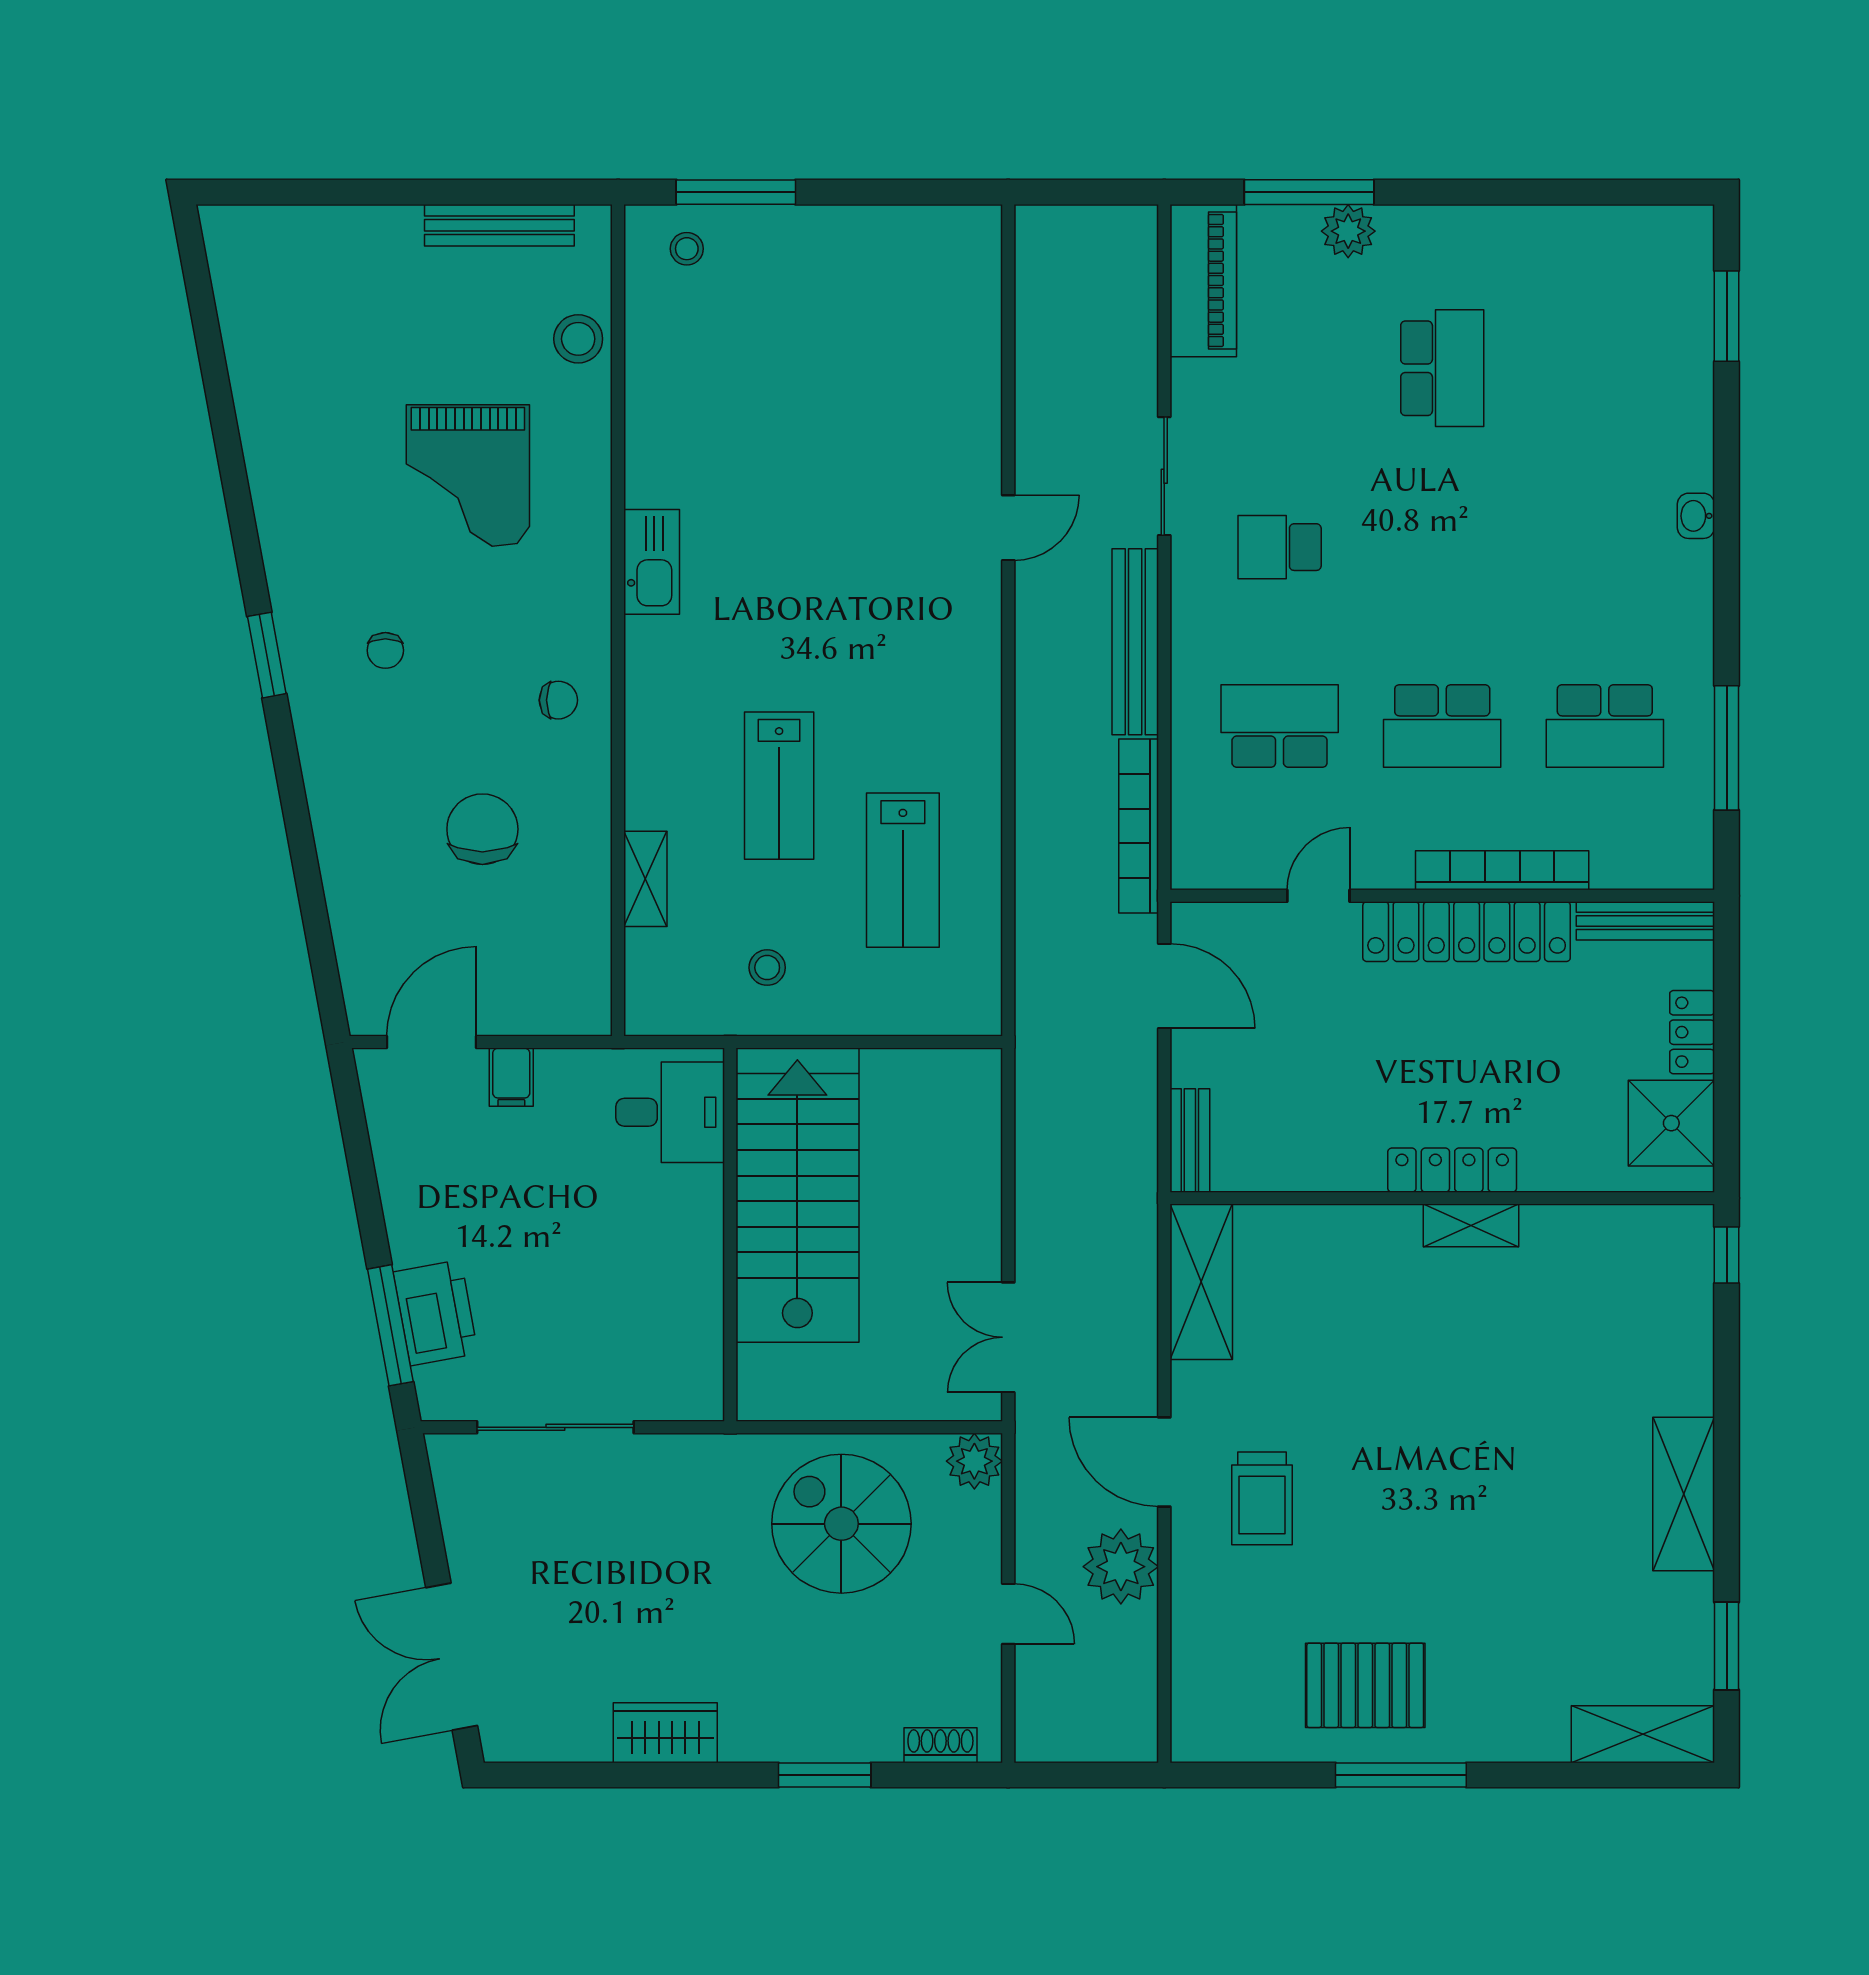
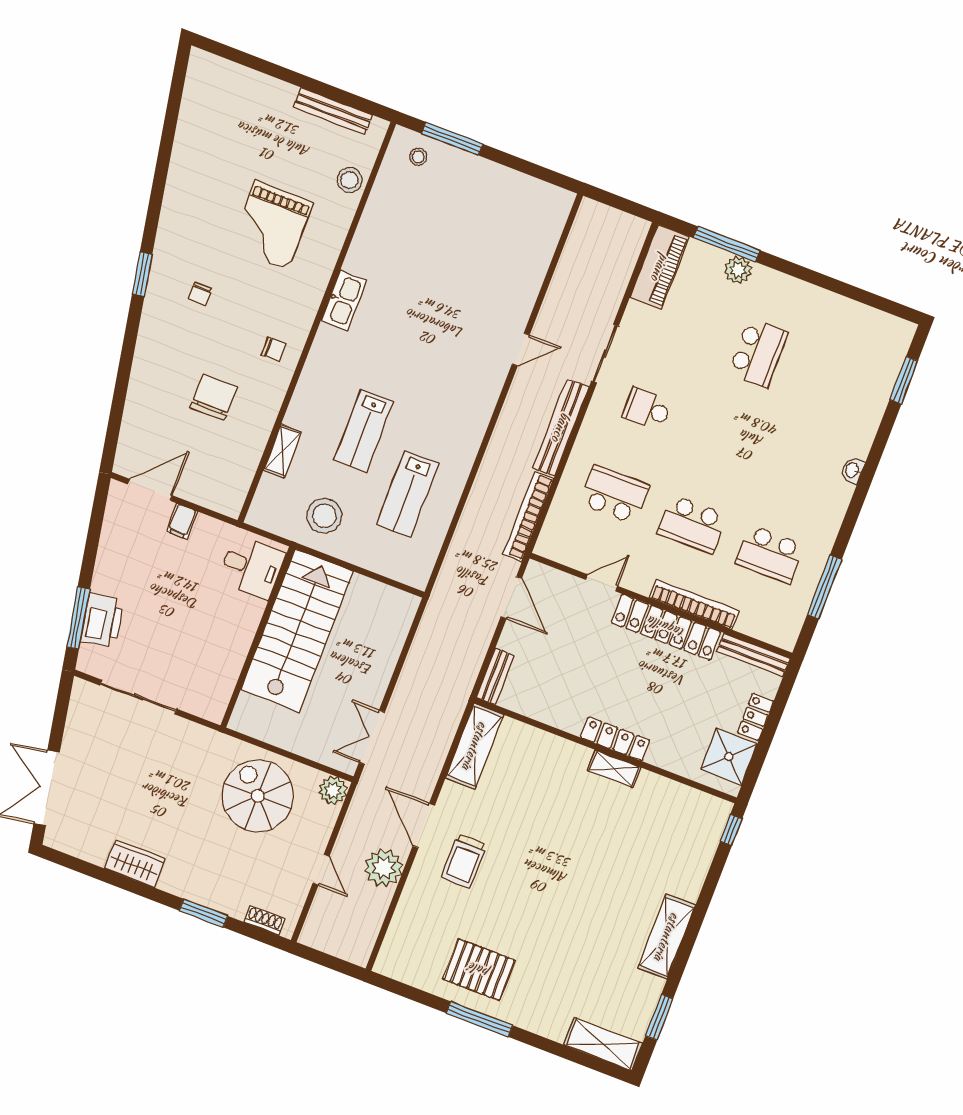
stool: (767, 968) -> (324, 516), width x1.89, depth x1.89

